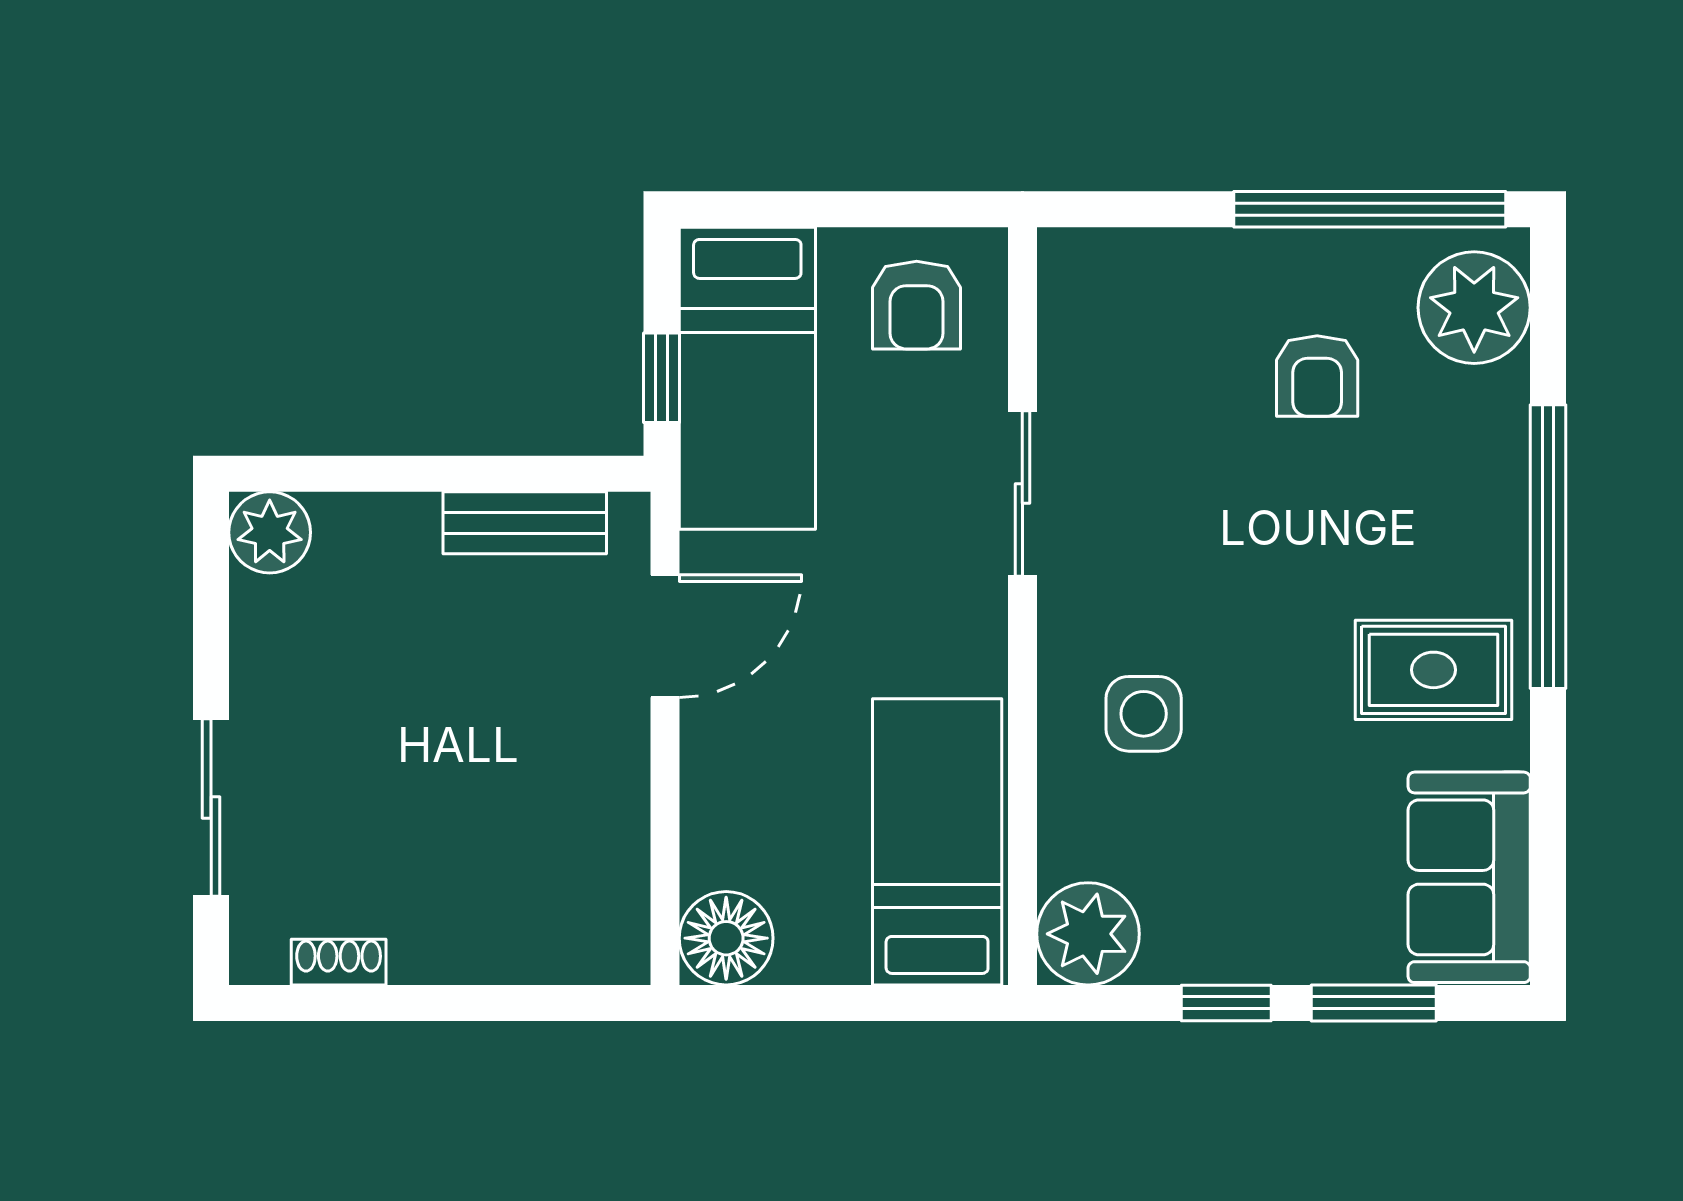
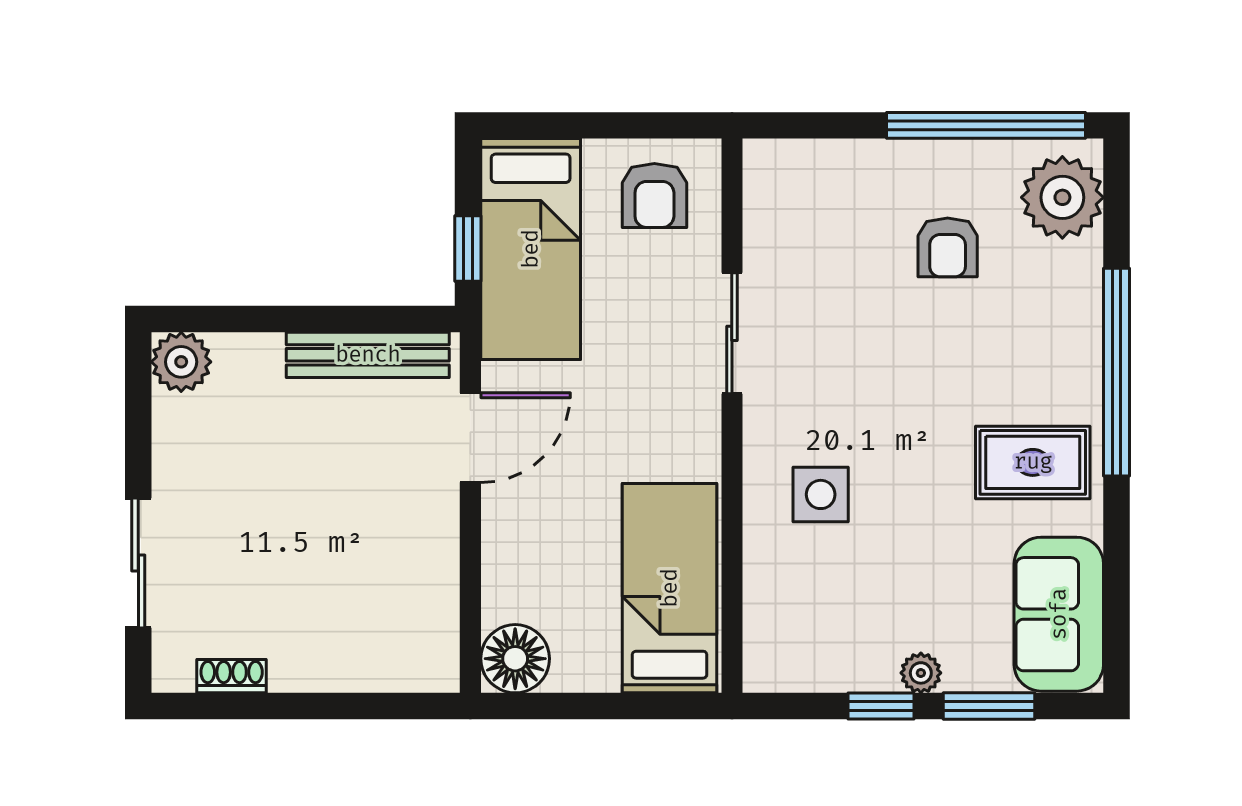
bench: (525, 523) -> (368, 355), width x1.36
plant: (1088, 934) -> (921, 673), moved, width x0.53, depth x0.53

